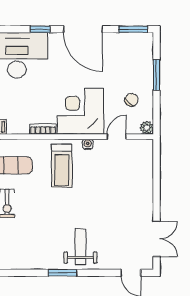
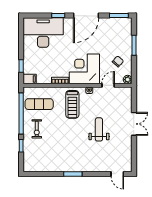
door: (83, 29) -> (86, 15), hinge flipped
double door: (157, 239) -> (134, 124), moved
weight bench: (80, 247) -> (99, 129), moved

